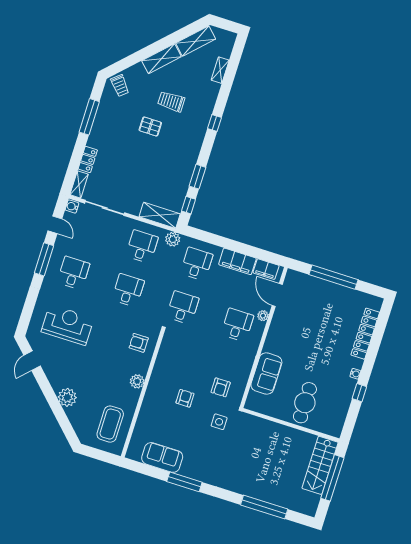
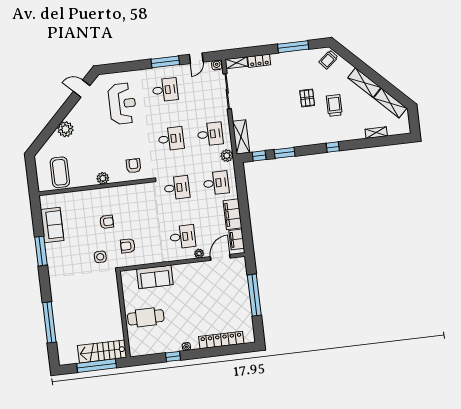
coffee table: (110, 424) -> (60, 172), turned 90

